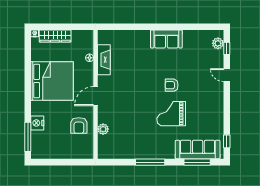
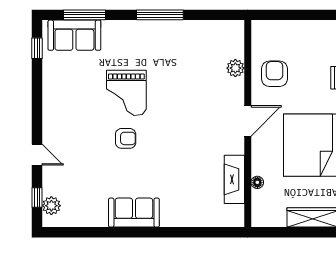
grand piano: (171, 114) -> (126, 93), turned 90
sofa: (198, 150) -> (74, 35), width x0.73

